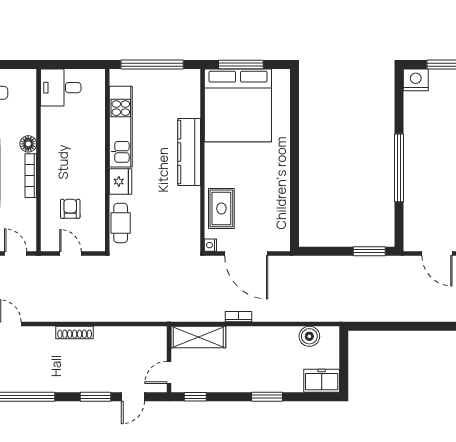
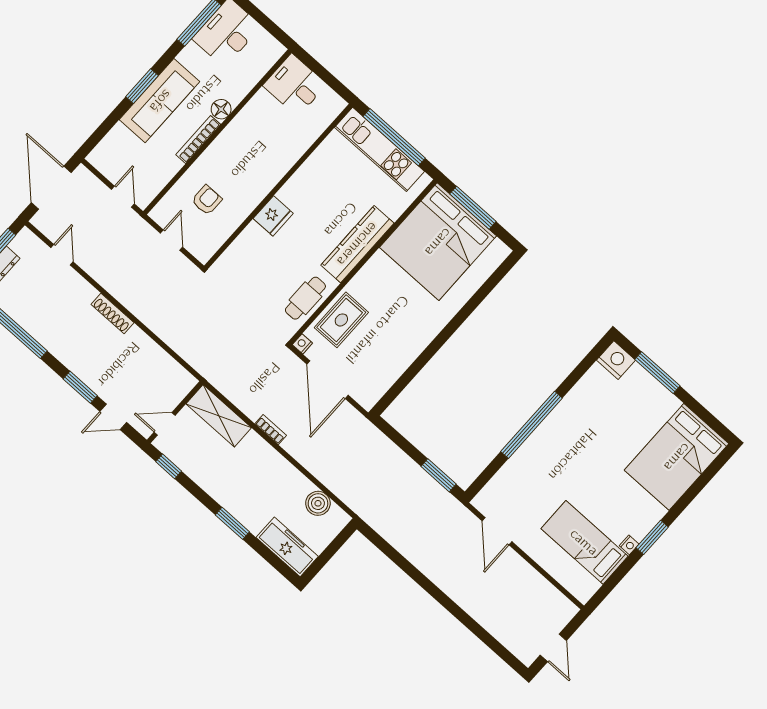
kitchen unit: (121, 127) -> (380, 149), moved, turned 90
cafe table: (121, 223) -> (305, 298), moved
freezer: (322, 381) -> (287, 547), width x1.40

